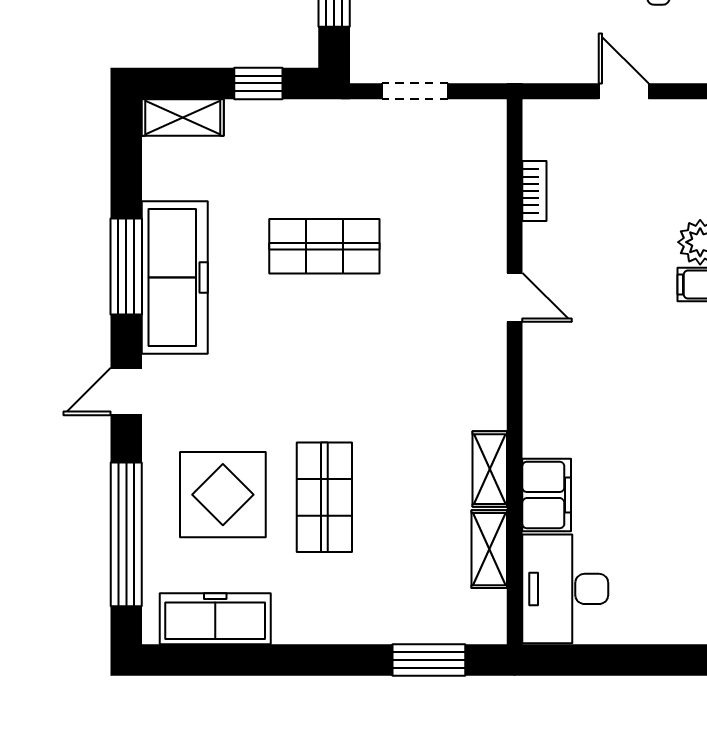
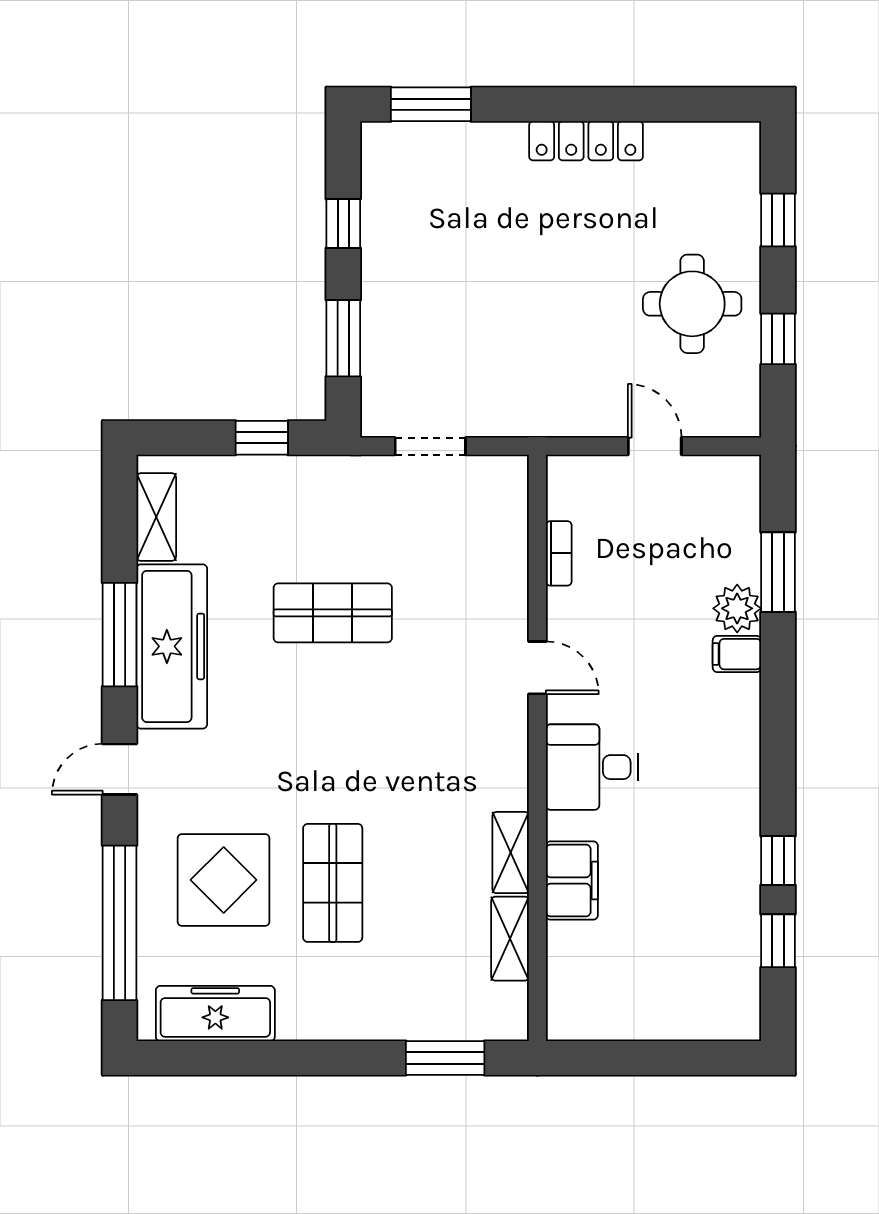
shelving: (183, 118) -> (156, 517), moved, turned 90
desk: (565, 589) -> (592, 767), moved, width x0.73

